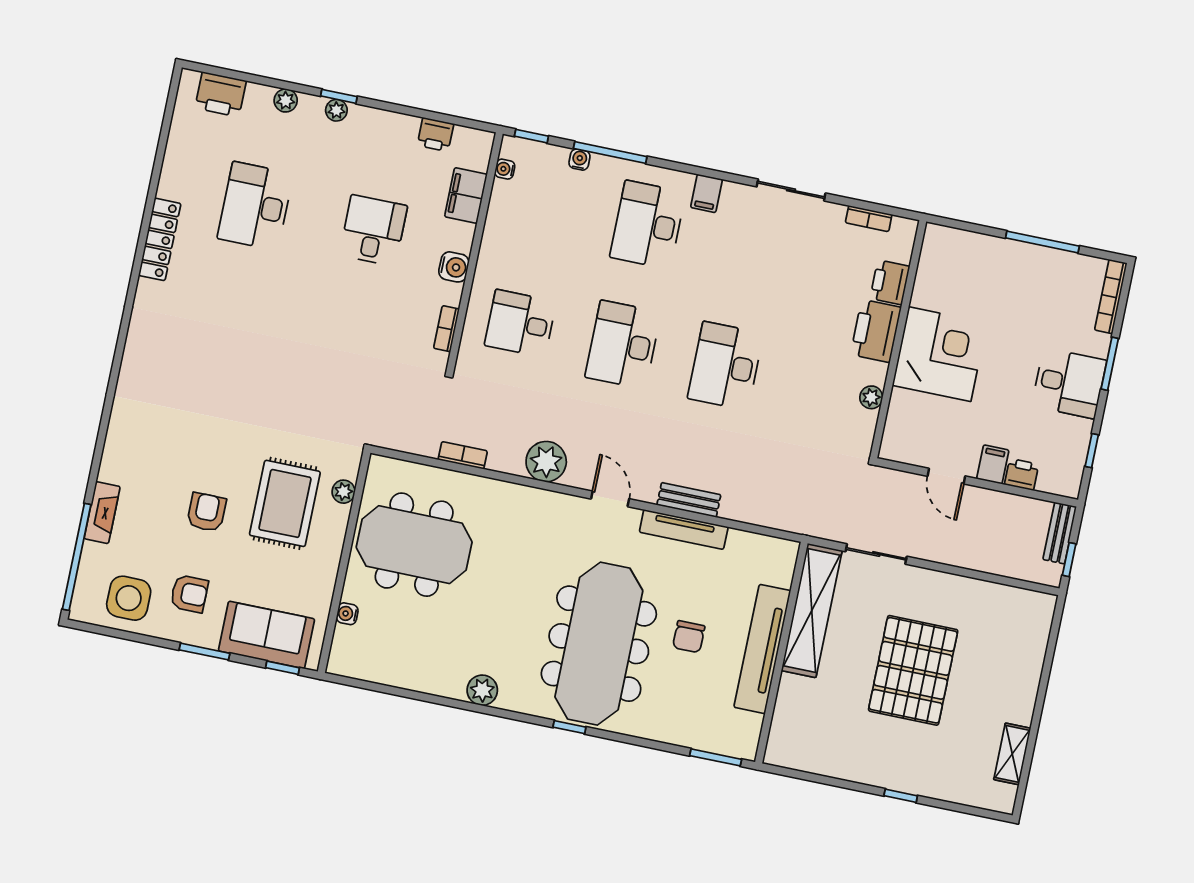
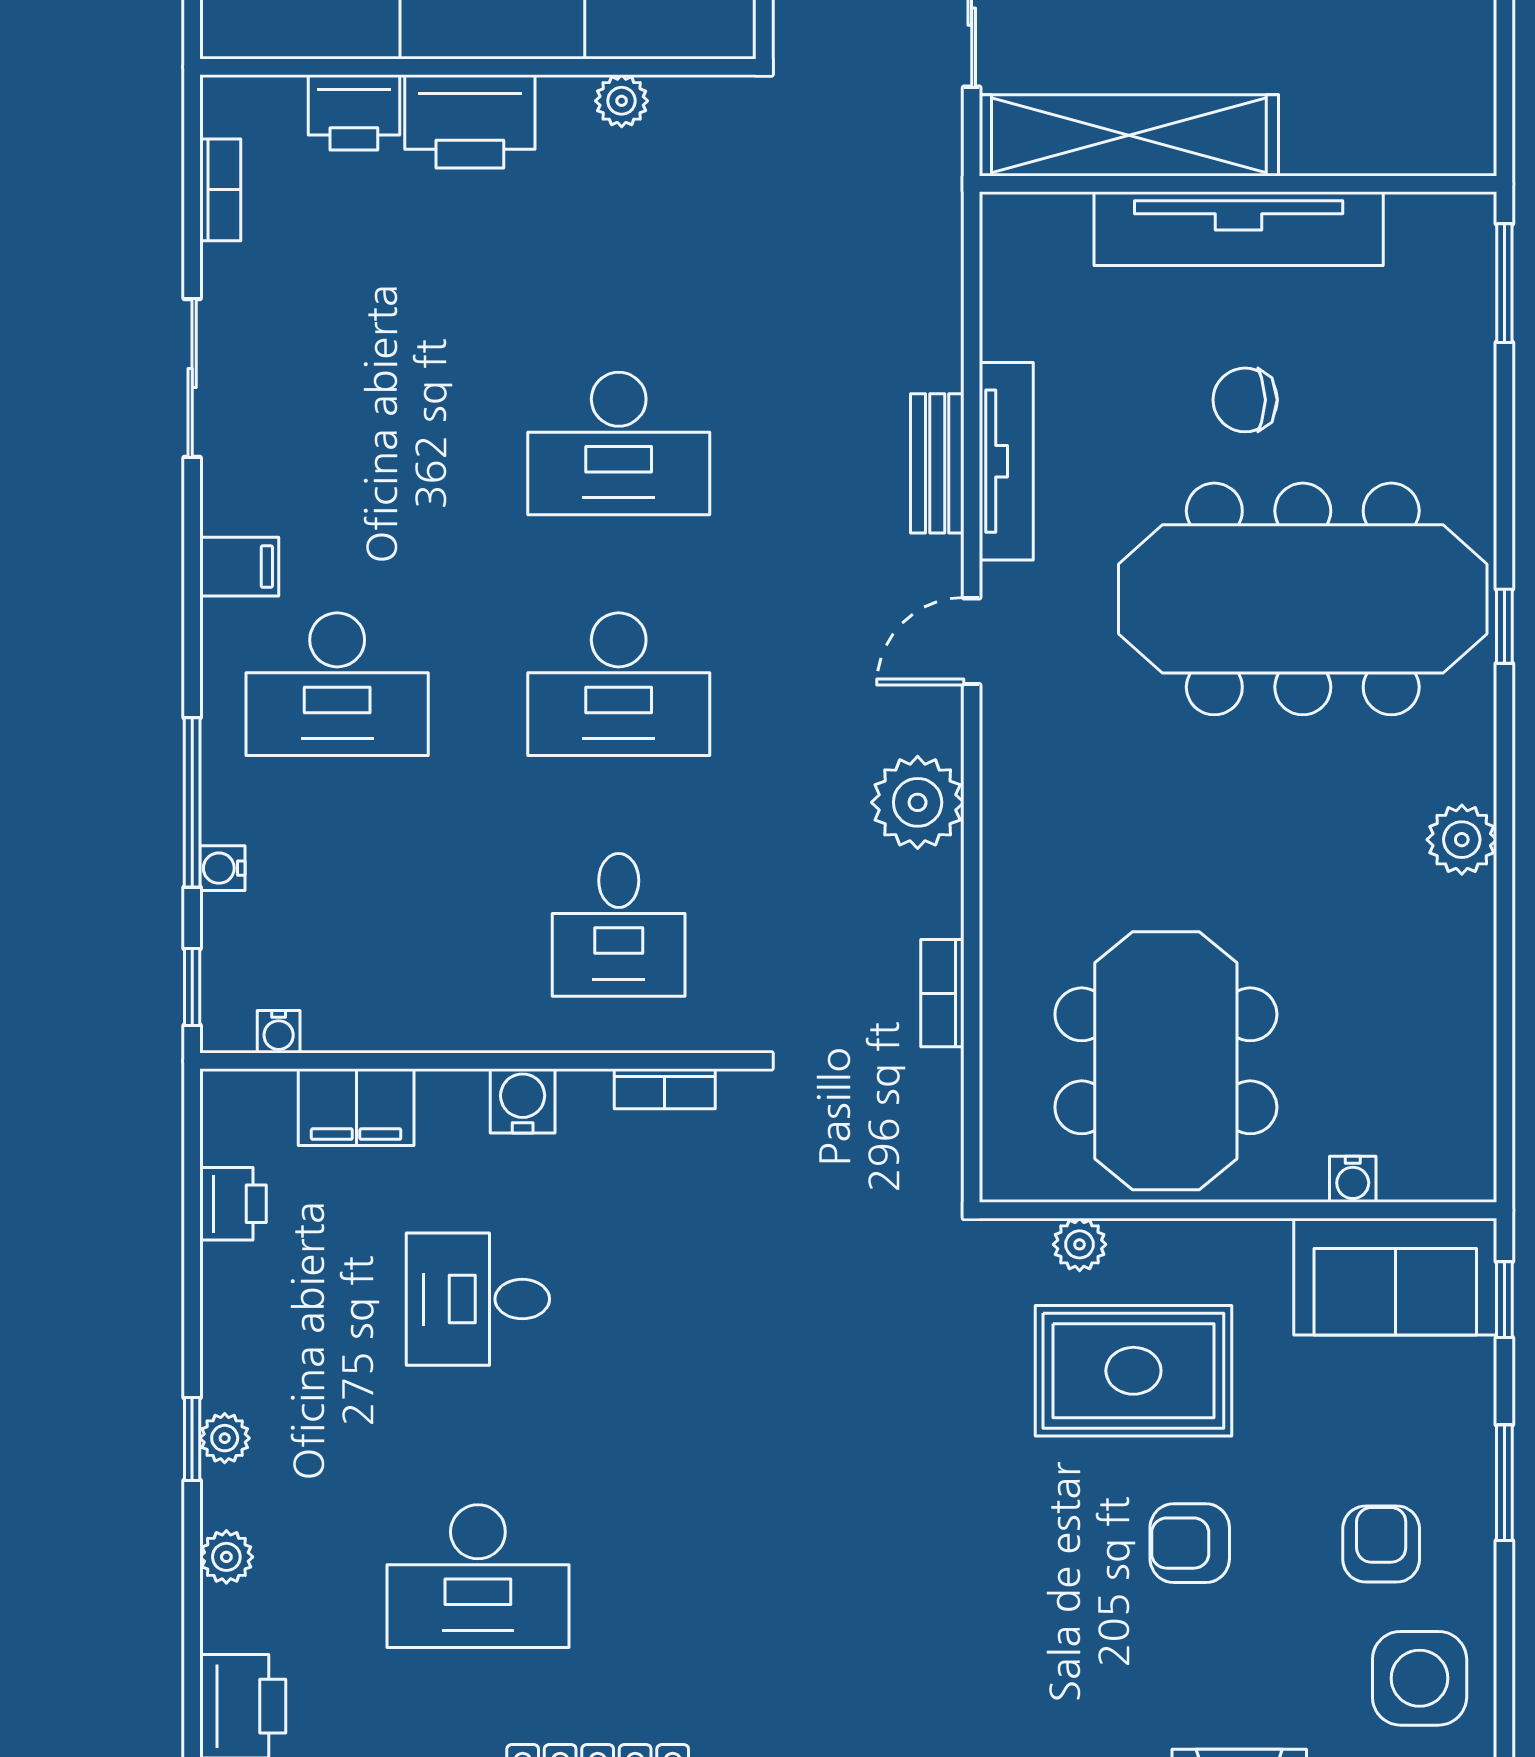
sofa: (267, 635) -> (1395, 1277), moved, turned -90
chair: (689, 637) -> (1245, 400), turned 180

